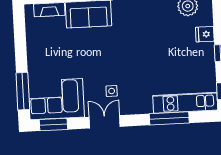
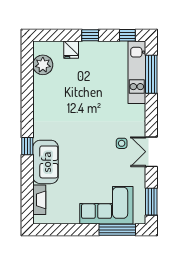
corner sofa: (56, 99) -> (106, 205), moved, turned 90
window: (169, 118) -> (151, 74), moved

